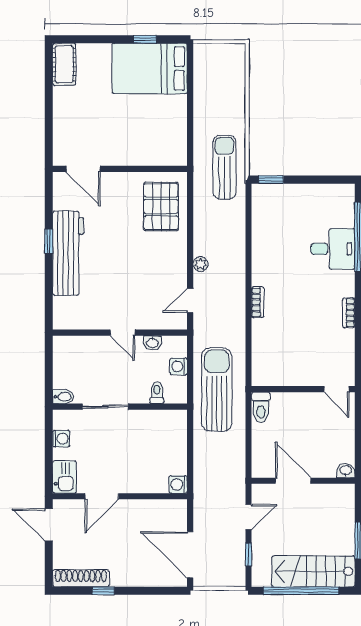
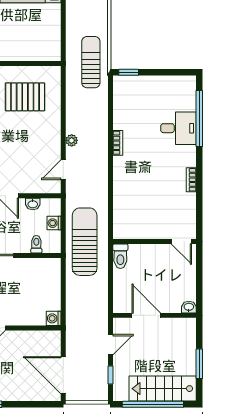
pallet: (161, 206) -> (25, 97), moved, turned 90
bookcase: (258, 302) -> (118, 143), moved

